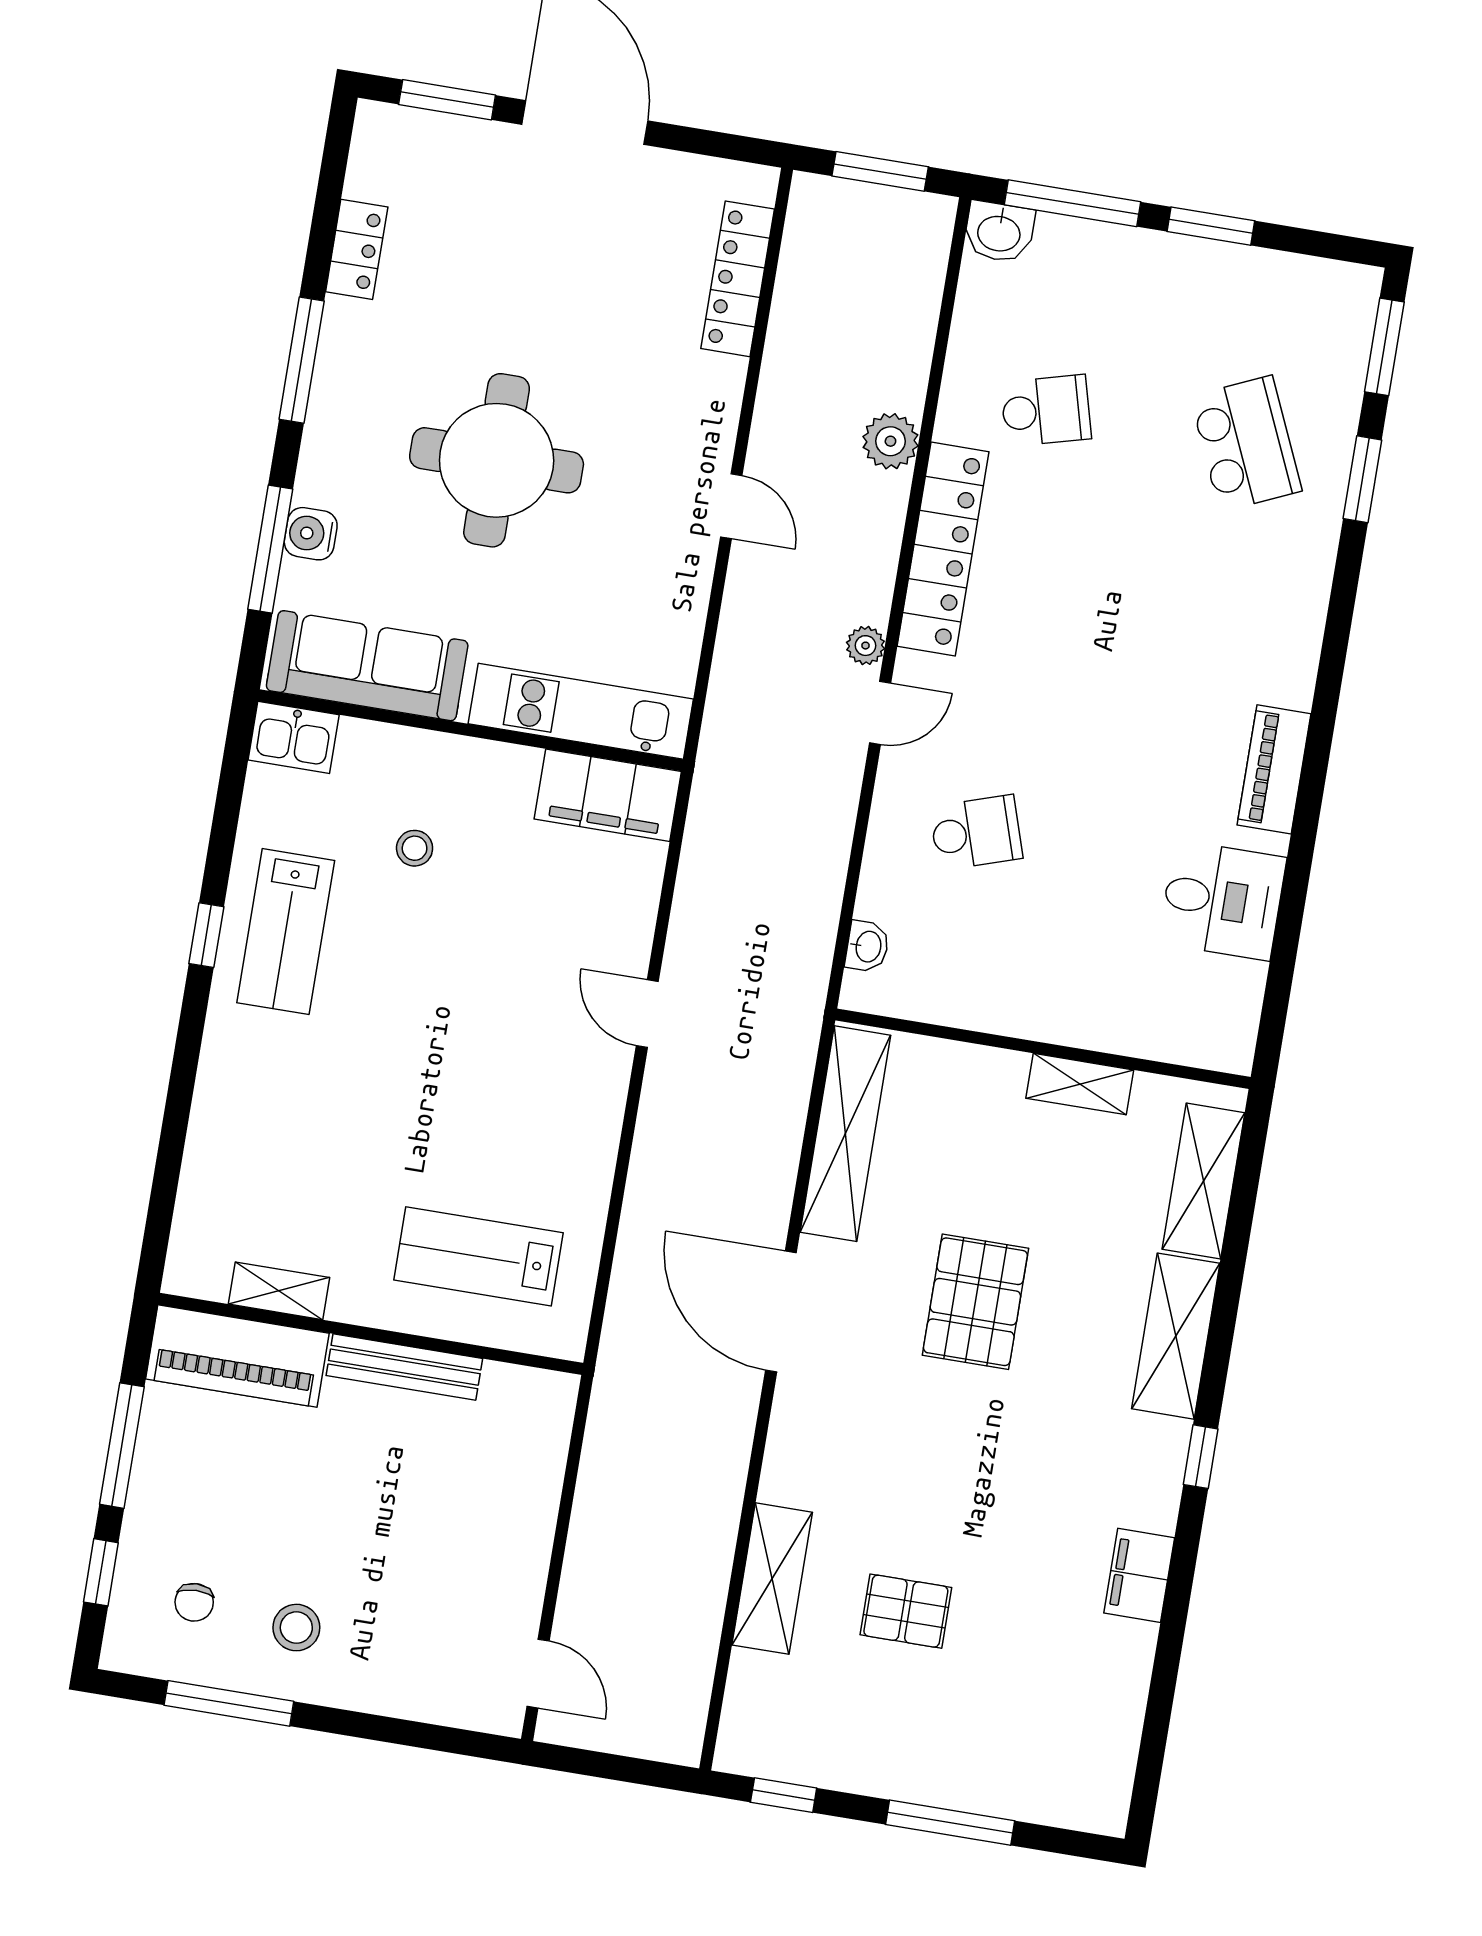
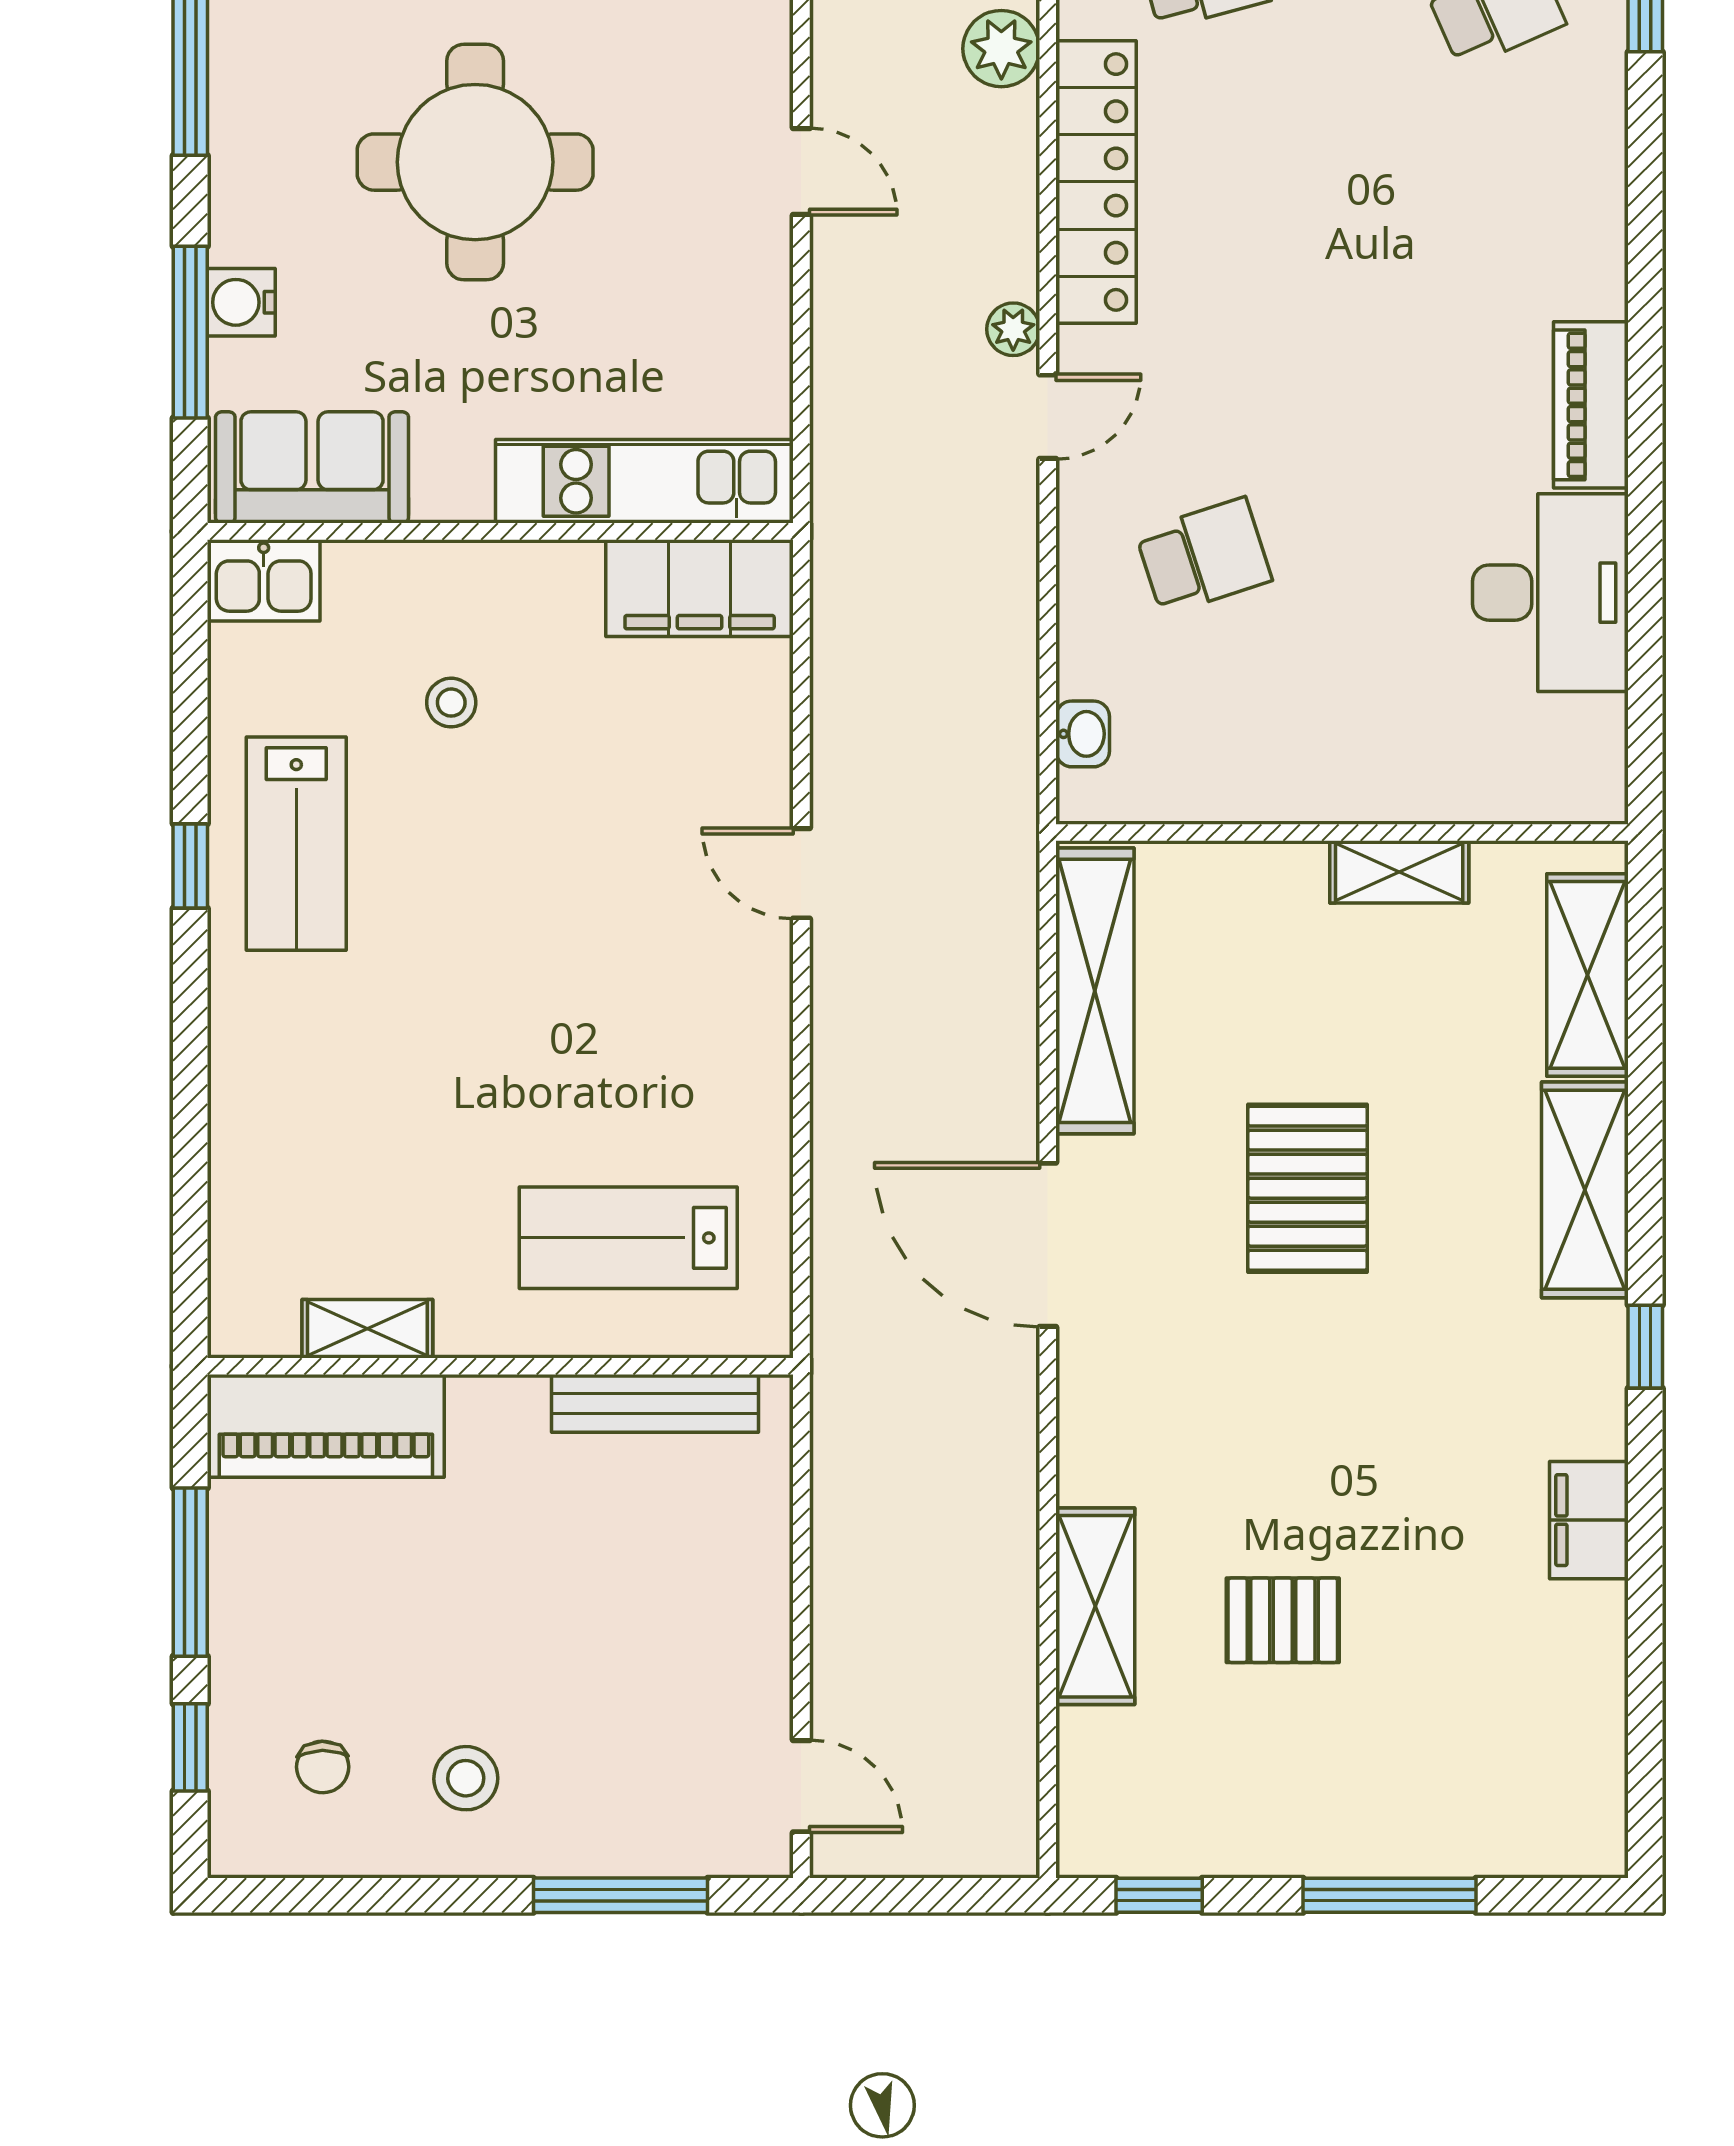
sofa: (367, 666) -> (312, 467), width x0.73
desk: (1222, 900) -> (1550, 593), width x1.37
bench: (404, 1367) -> (655, 1403), moved
window: (229, 1703) -> (621, 1895), moved

